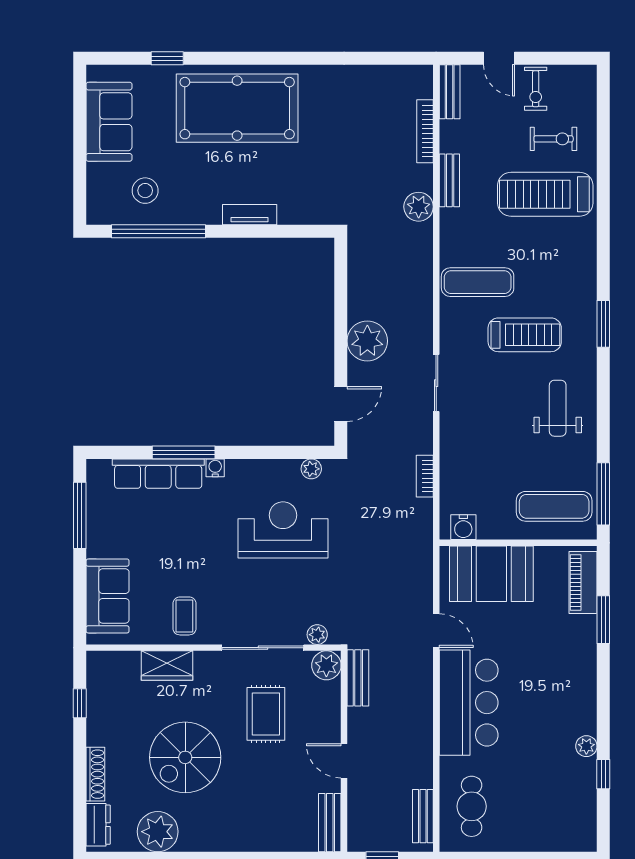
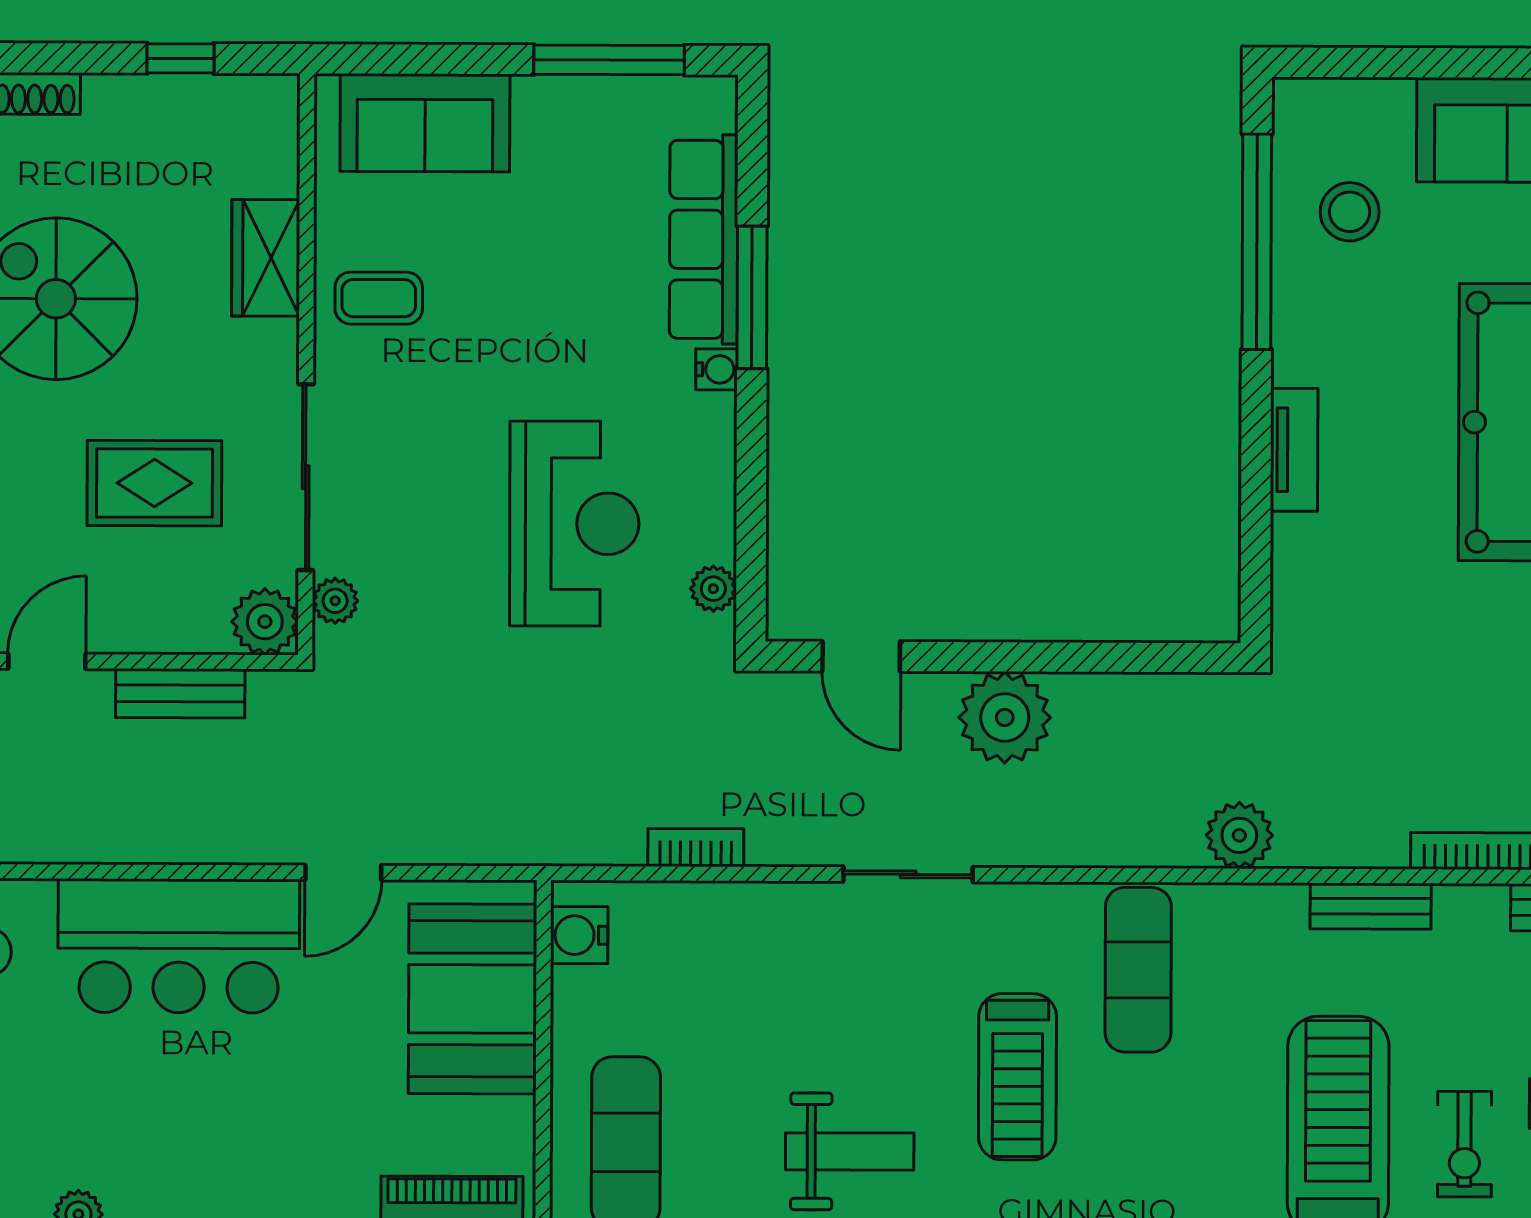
plant: (419, 207) -> (1239, 835), moved
bench: (358, 678) -> (180, 693), moved

